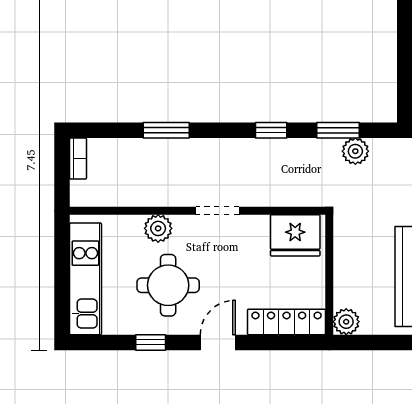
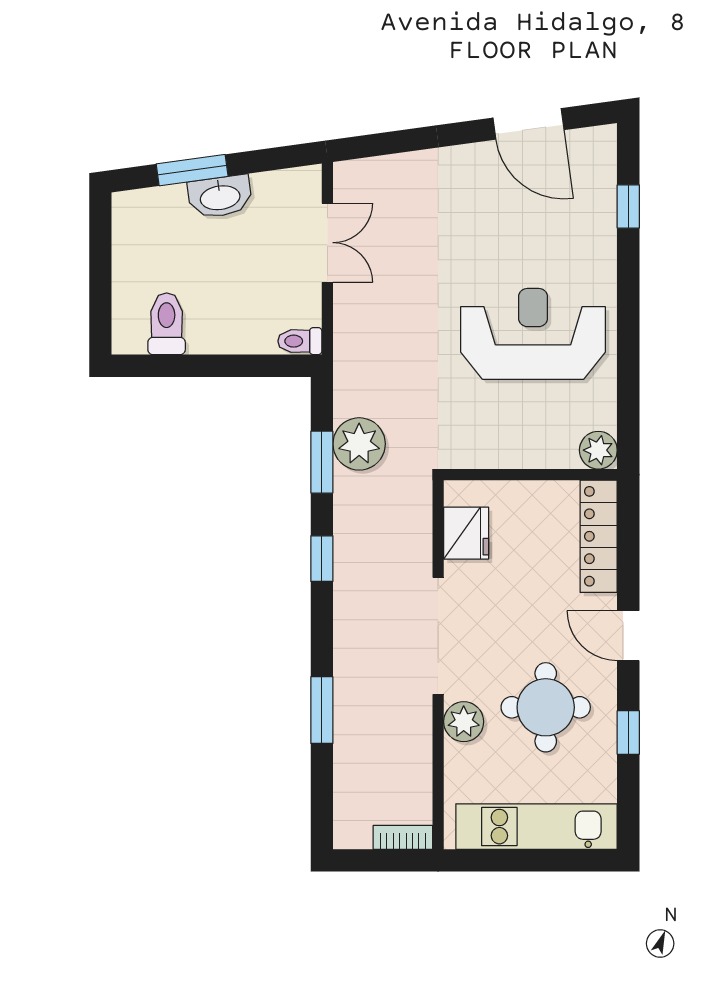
plant: (355, 151) -> (359, 444), width x1.36, depth x1.36
bookcase: (78, 159) -> (403, 837), moved
doorway: (218, 211) -> (438, 636), width x1.87
fridge: (295, 235) -> (466, 533), width x0.73, depth x0.75

